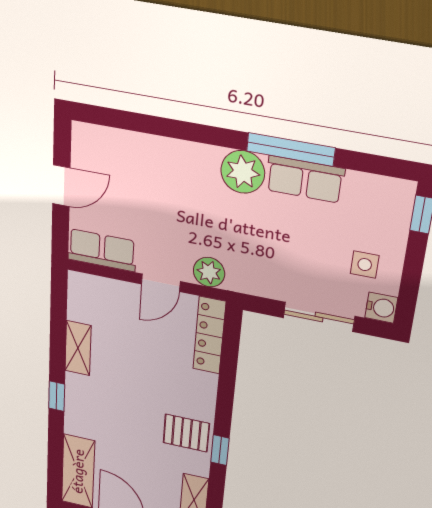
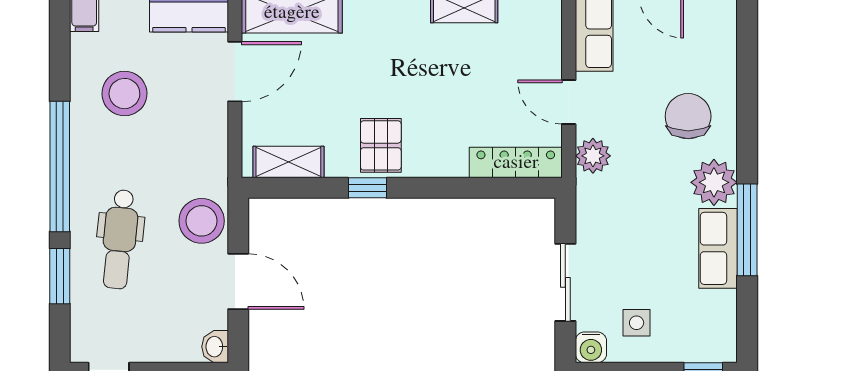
chair: (180, 184) -> (688, 116), added

